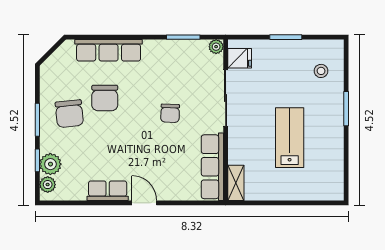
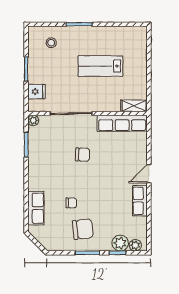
row of seats: (109, 50) -> (36, 208), width x0.68
fridge: (240, 58) -> (37, 92), moved, turned 90
chair: (105, 98) -> (71, 203), width x0.54, depth x0.54

